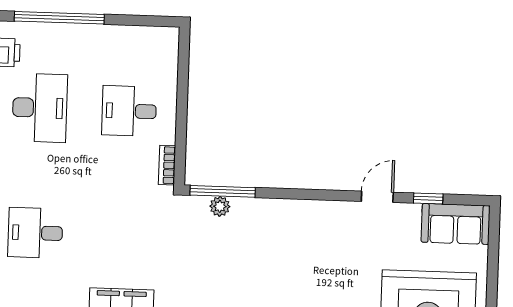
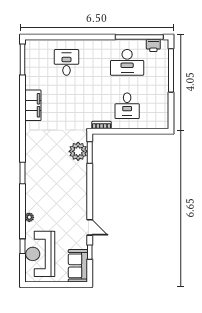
desk: (129, 111) -> (127, 106), turned 180
window: (223, 191) -> (90, 152), width x0.69
plant: (220, 206) -> (78, 151), width x1.88, depth x1.88

